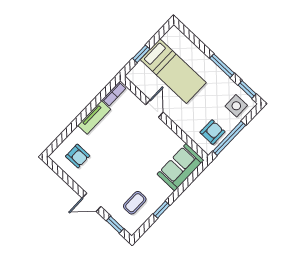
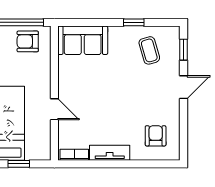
door: (154, 109) -> (54, 109), swing flipped
door: (91, 202) -> (184, 87), hinge flipped
coffee table: (135, 203) -> (149, 50), turned 74

